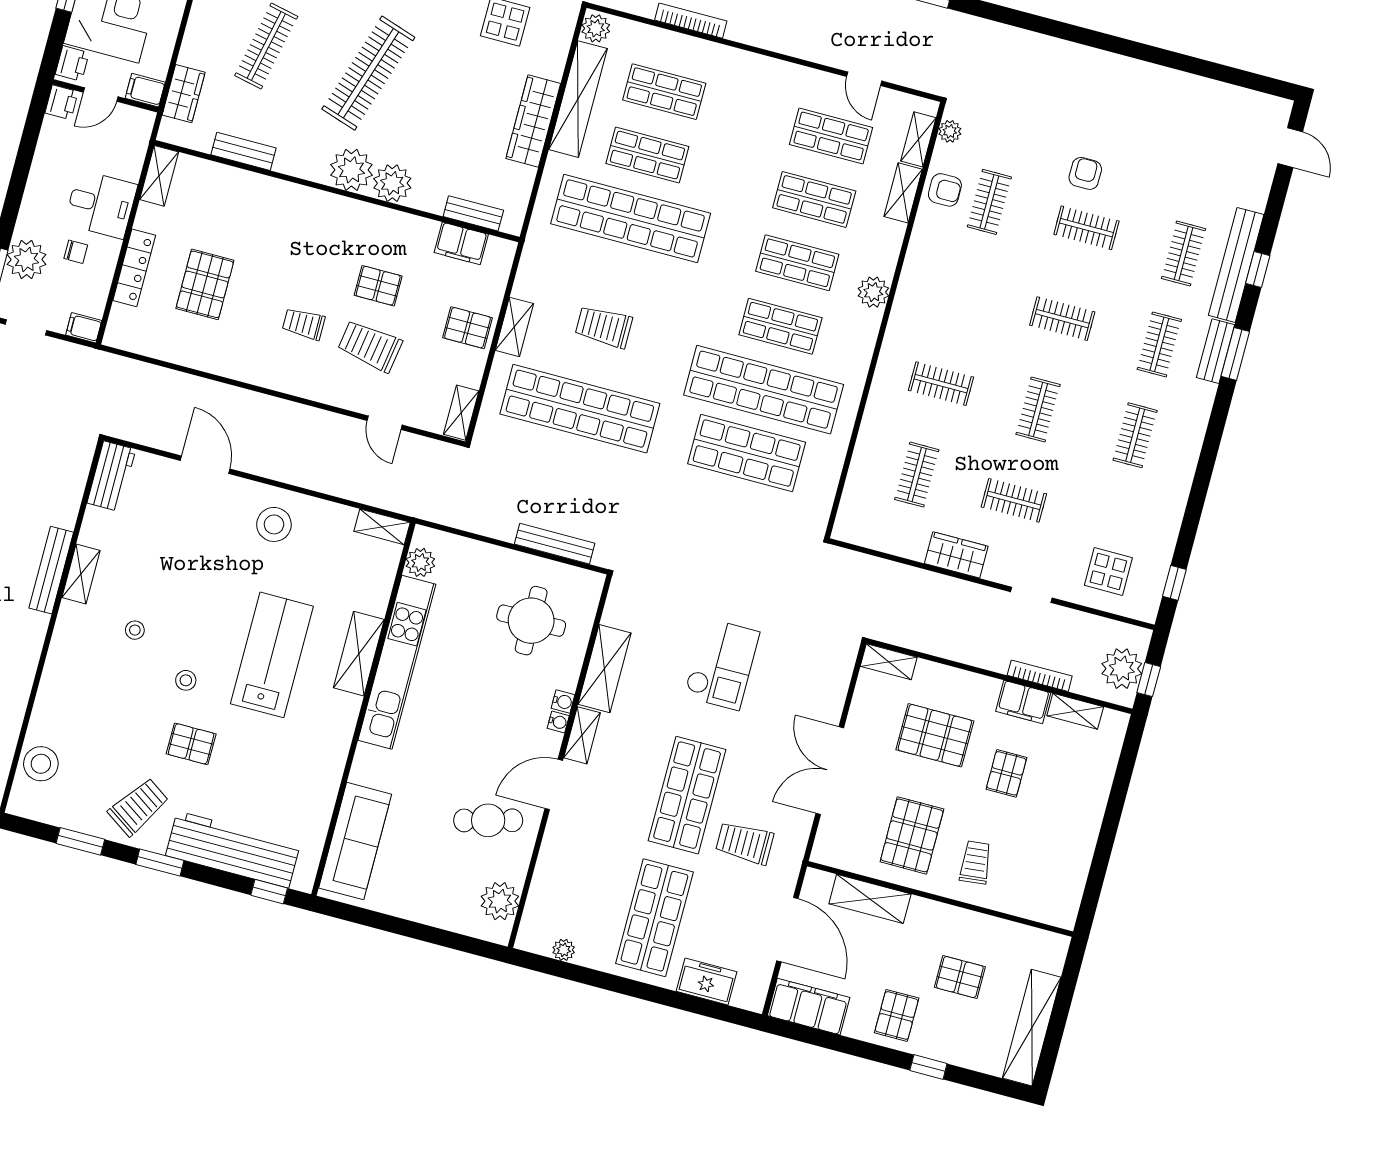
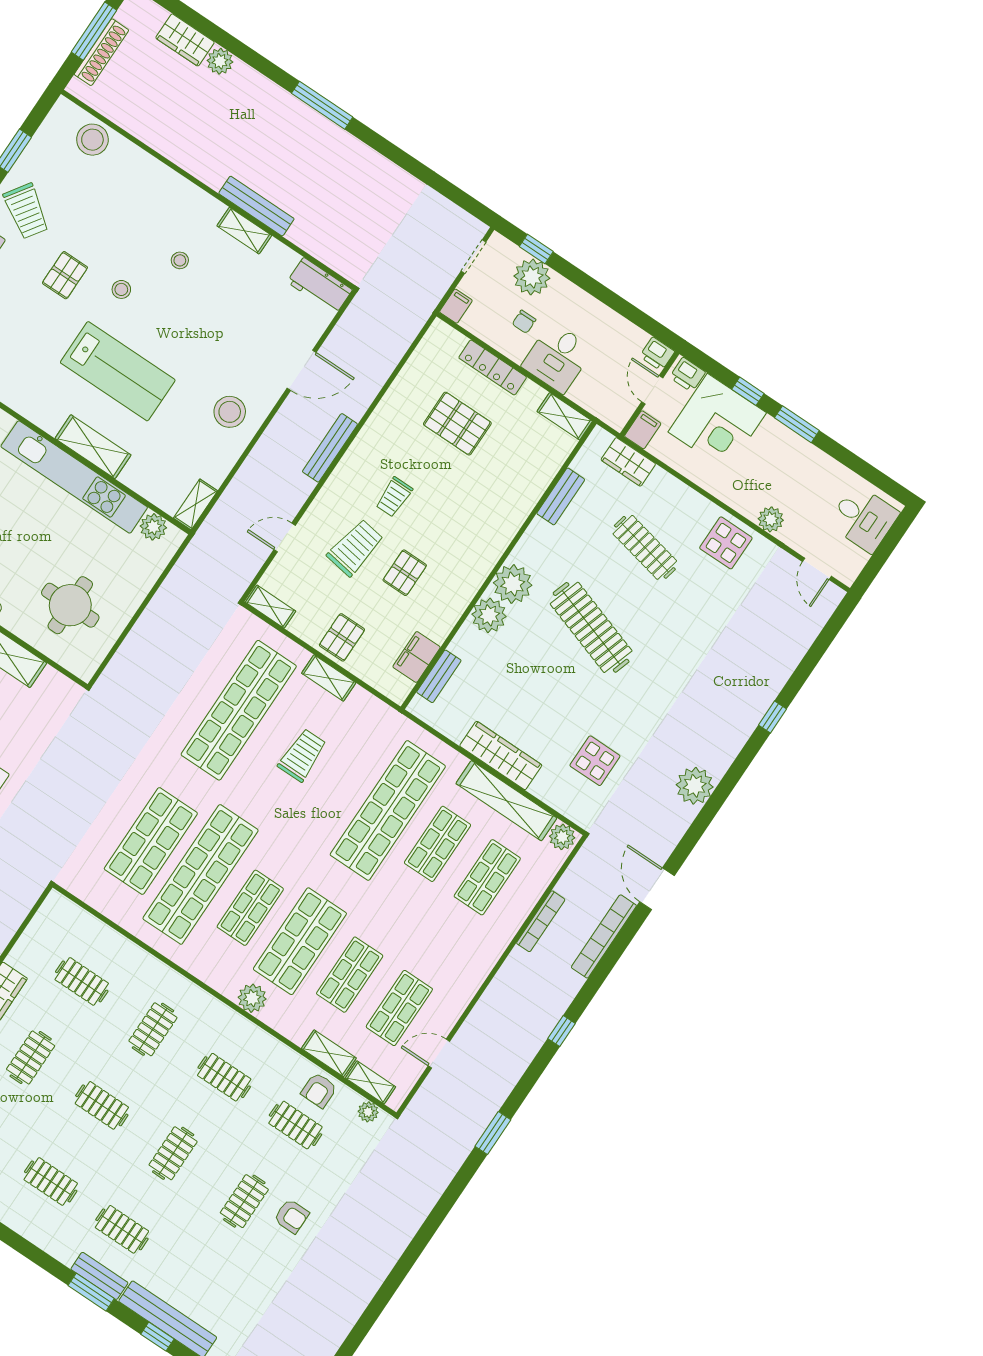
clothes rail: (1183, 254) -> (224, 1077), moved
shop shelf: (797, 263) -> (300, 941), width x1.43, depth x1.36
trolley: (304, 324) -> (394, 497), turned 180
bench: (555, 544) -> (330, 448), moved

